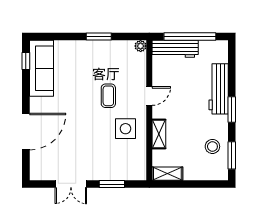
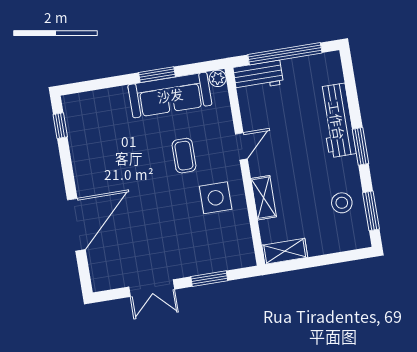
workbench: (175, 49) -> (258, 76), width x0.73
sofa: (41, 68) -> (170, 95), moved, turned 90

